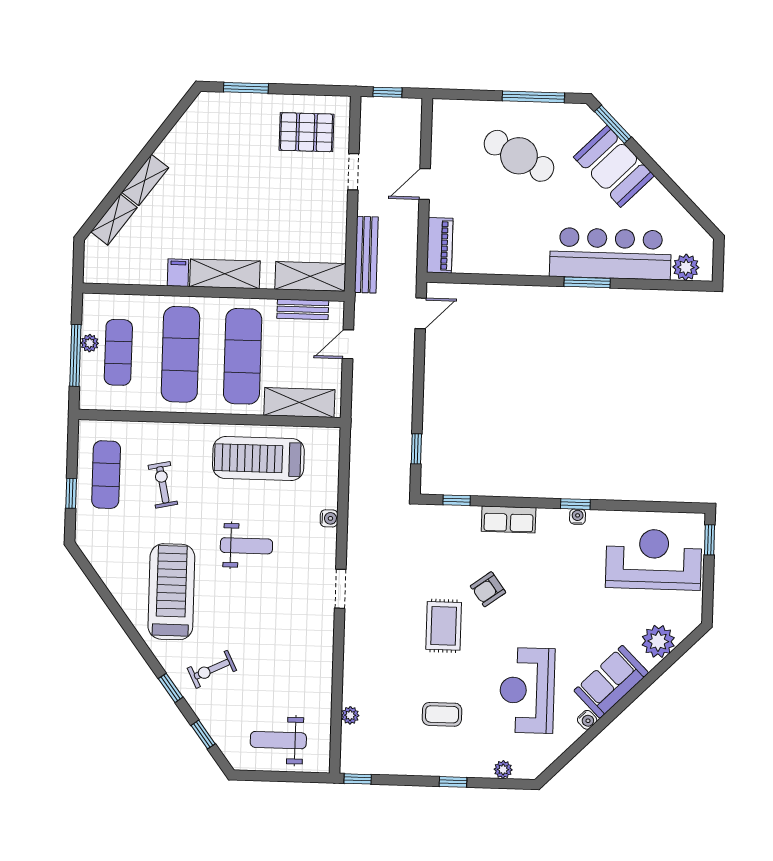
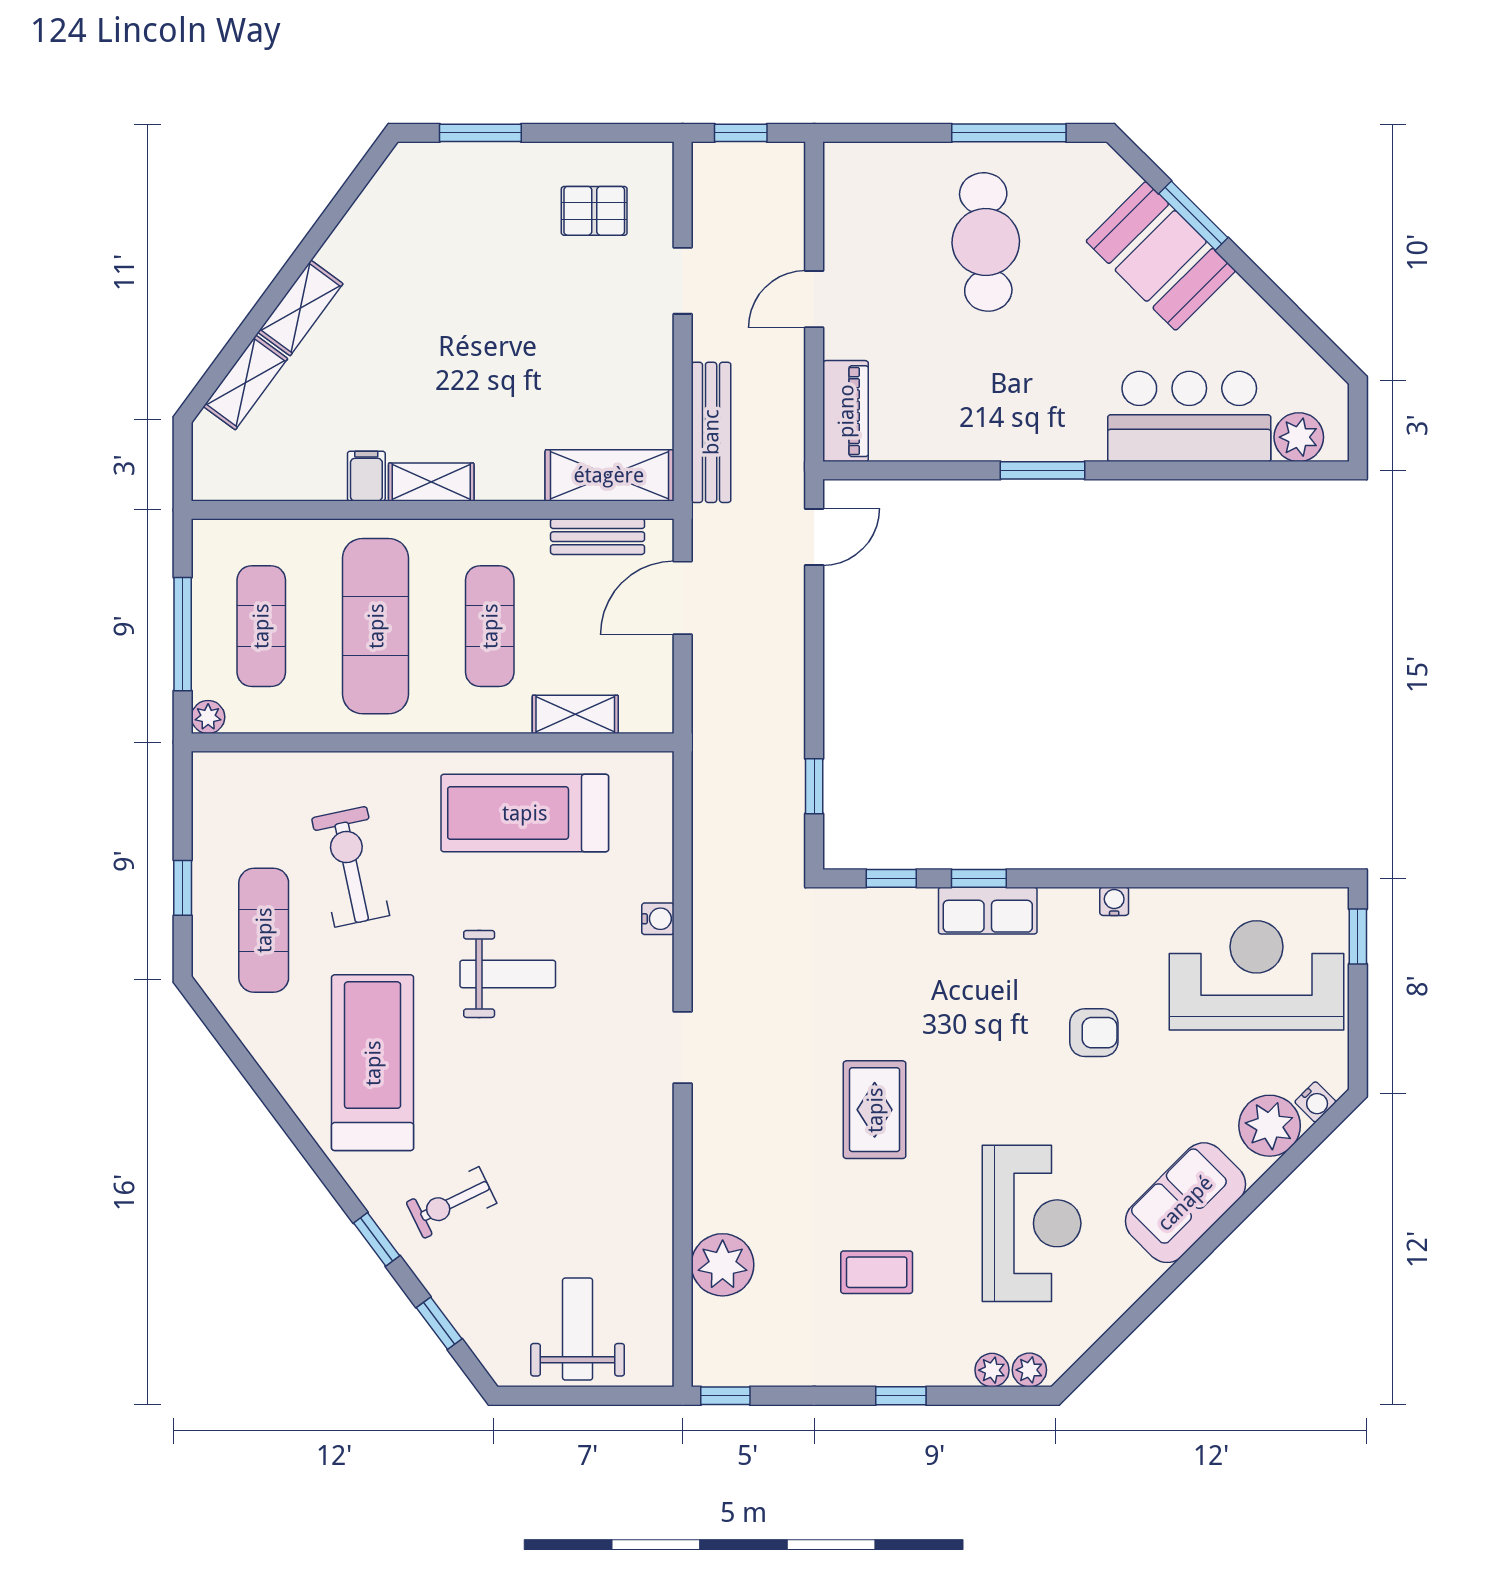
window: (613, 124) -> (1193, 216), moved
pallet: (307, 132) -> (594, 211), width x0.67, depth x0.71
cafe table: (519, 156) -> (986, 242), turned 59
bar counter: (611, 254) -> (1189, 416), width x0.73
shelving: (225, 274) -> (431, 482), width x0.67, depth x0.75
window: (587, 282) -> (1042, 470), moved
plant: (90, 343) -> (208, 717), moved
door: (348, 344) -> (683, 598), width x1.38
exercise mat: (243, 356) -> (490, 626), width x0.73, depth x0.69
shelving: (299, 403) -> (575, 714), width x0.67, depth x0.75
exercise mat: (106, 475) -> (264, 930), moved
exercise bike: (163, 485) -> (351, 867), width x1.38, depth x1.39
window: (575, 504) -> (979, 878), moved
armchair: (488, 589) -> (1094, 1033), moved, turned -144
reception desk: (527, 690) -> (1032, 1223), turned 180
plant: (350, 715) -> (723, 1265), width x1.88, depth x1.88
water cooler: (587, 720) -> (1315, 1102), moved
weight bench: (278, 740) -> (578, 1329), turned 90
plant: (523, 770) -> (1029, 1370), added

